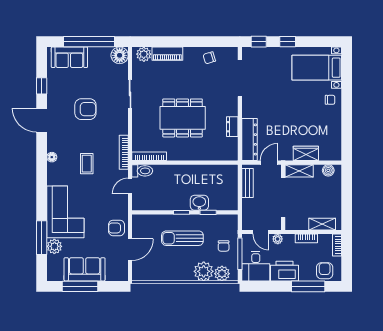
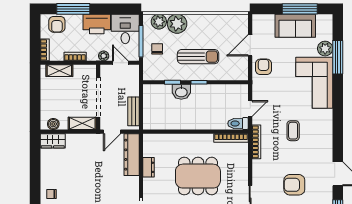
wardrobe: (306, 153) -> (53, 141), moved
floor lamp: (52, 157) -> (328, 137), removed
armchair: (117, 228) -> (264, 67), turned -90

